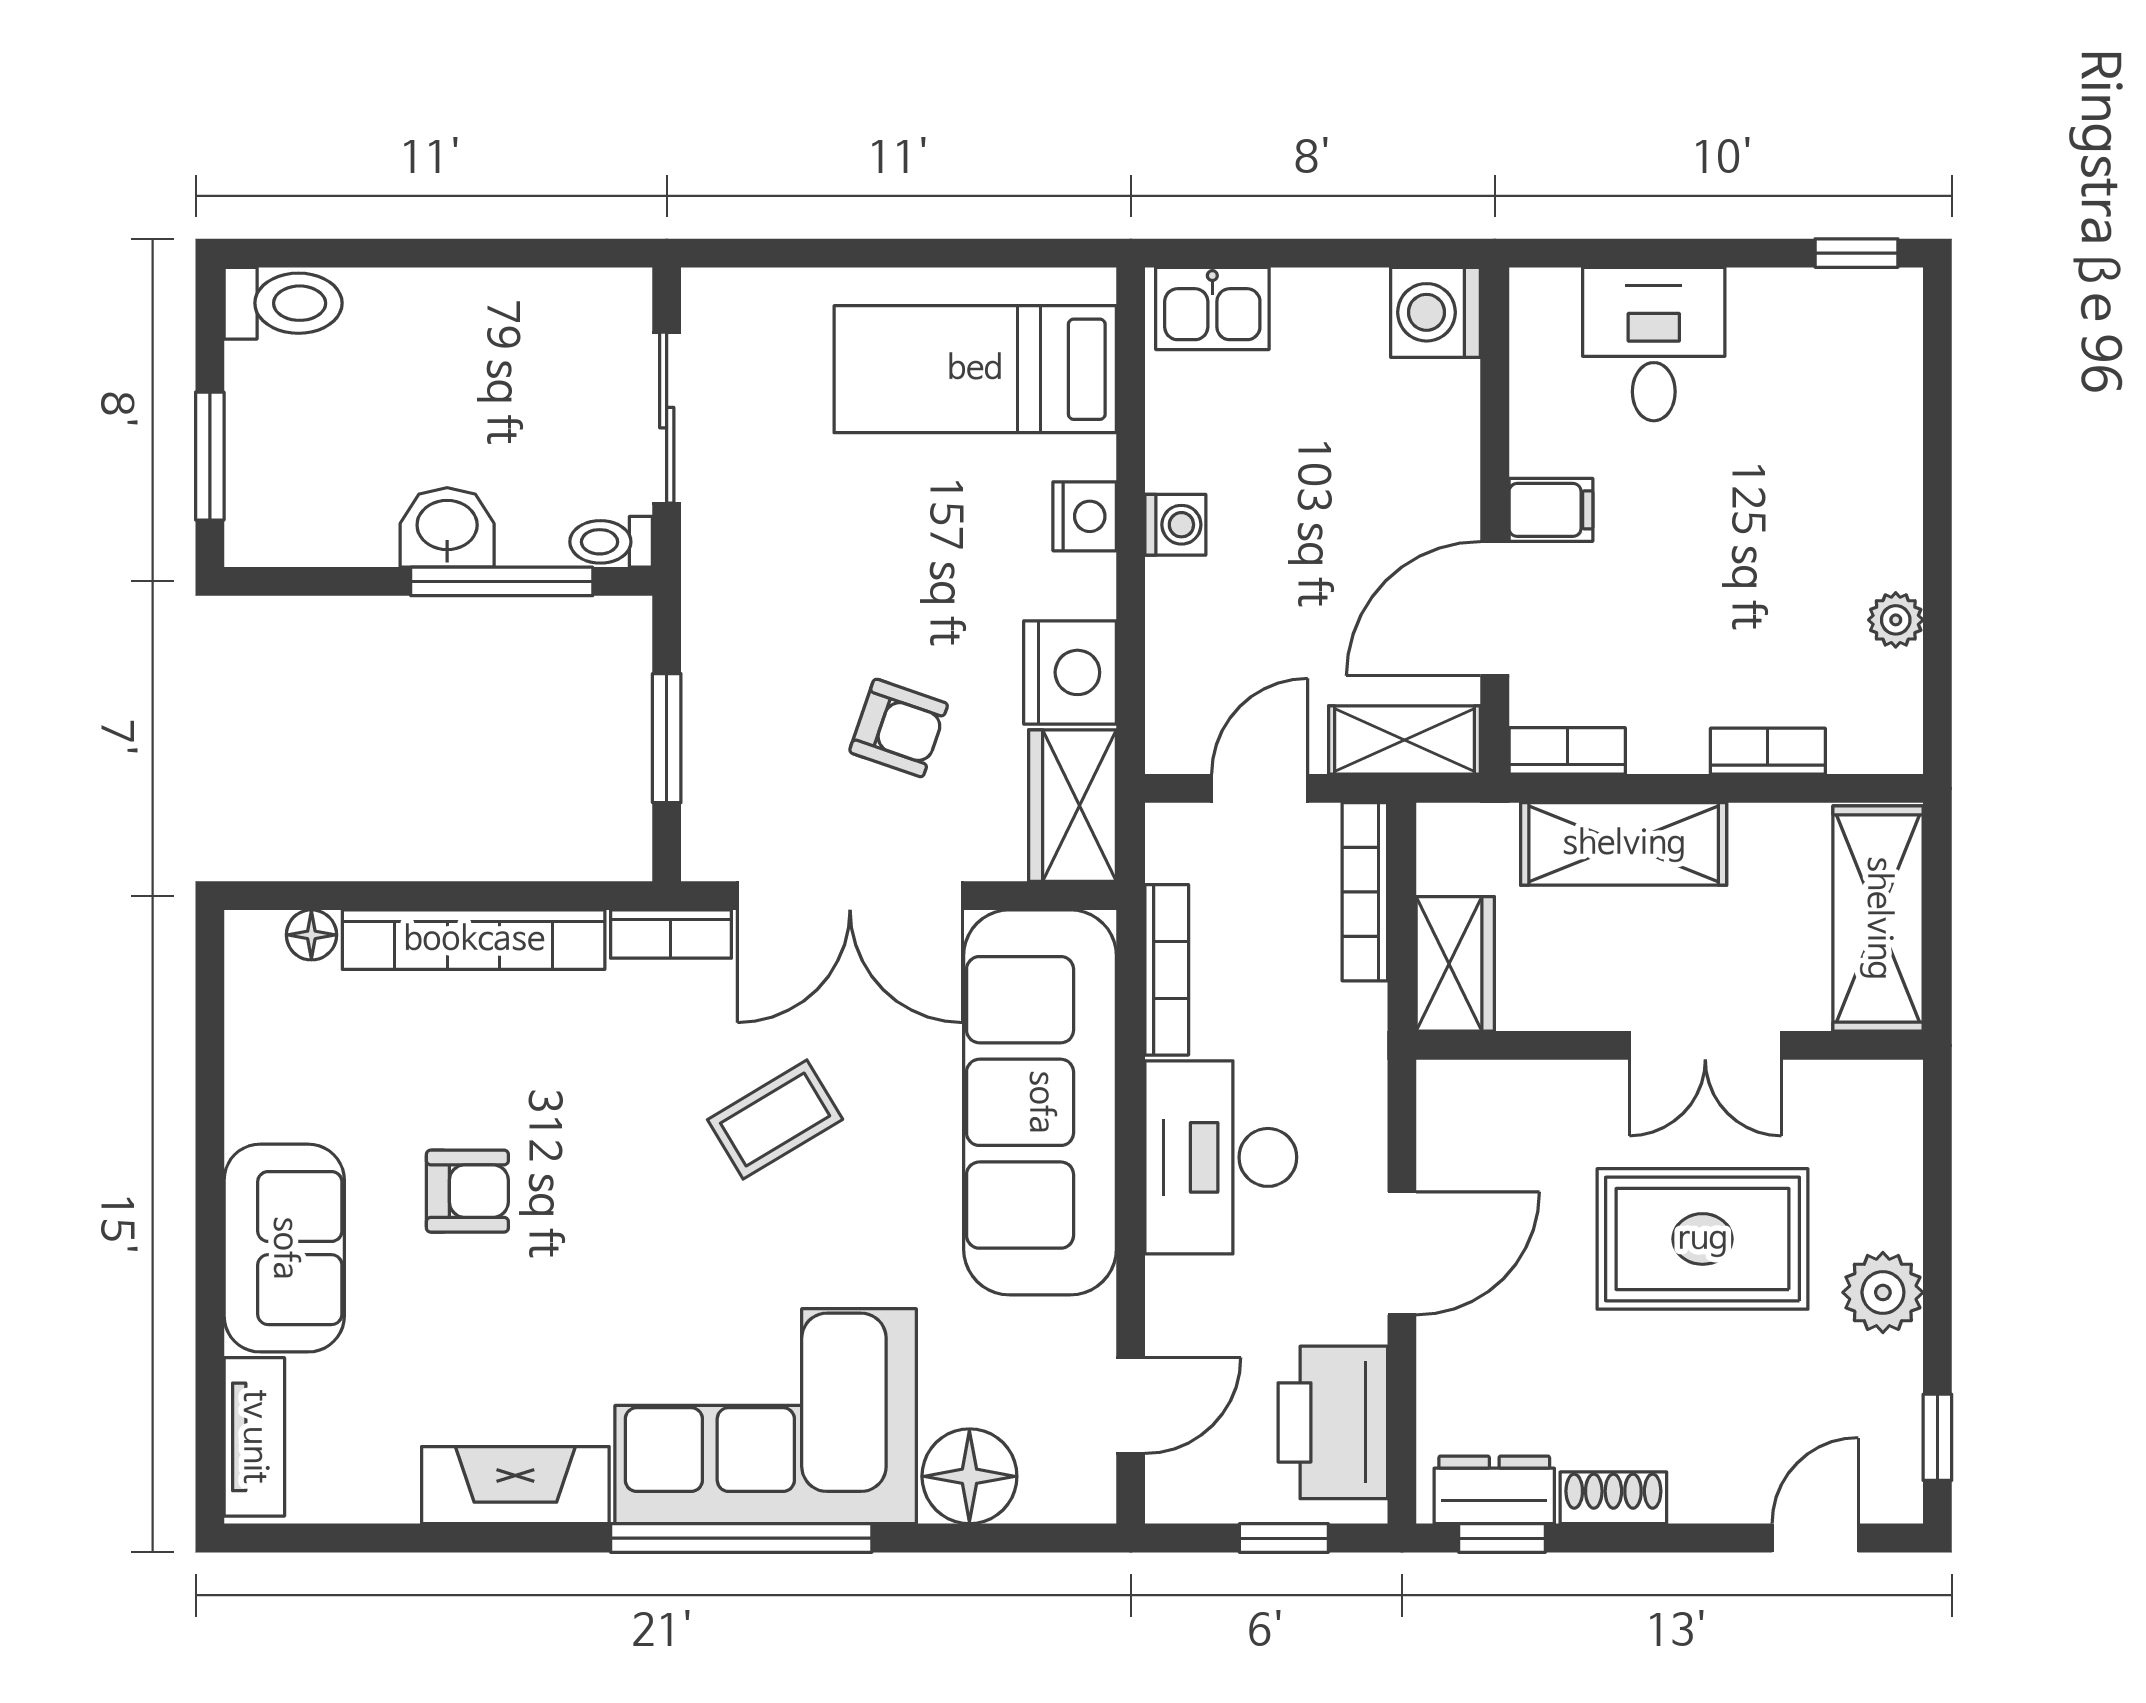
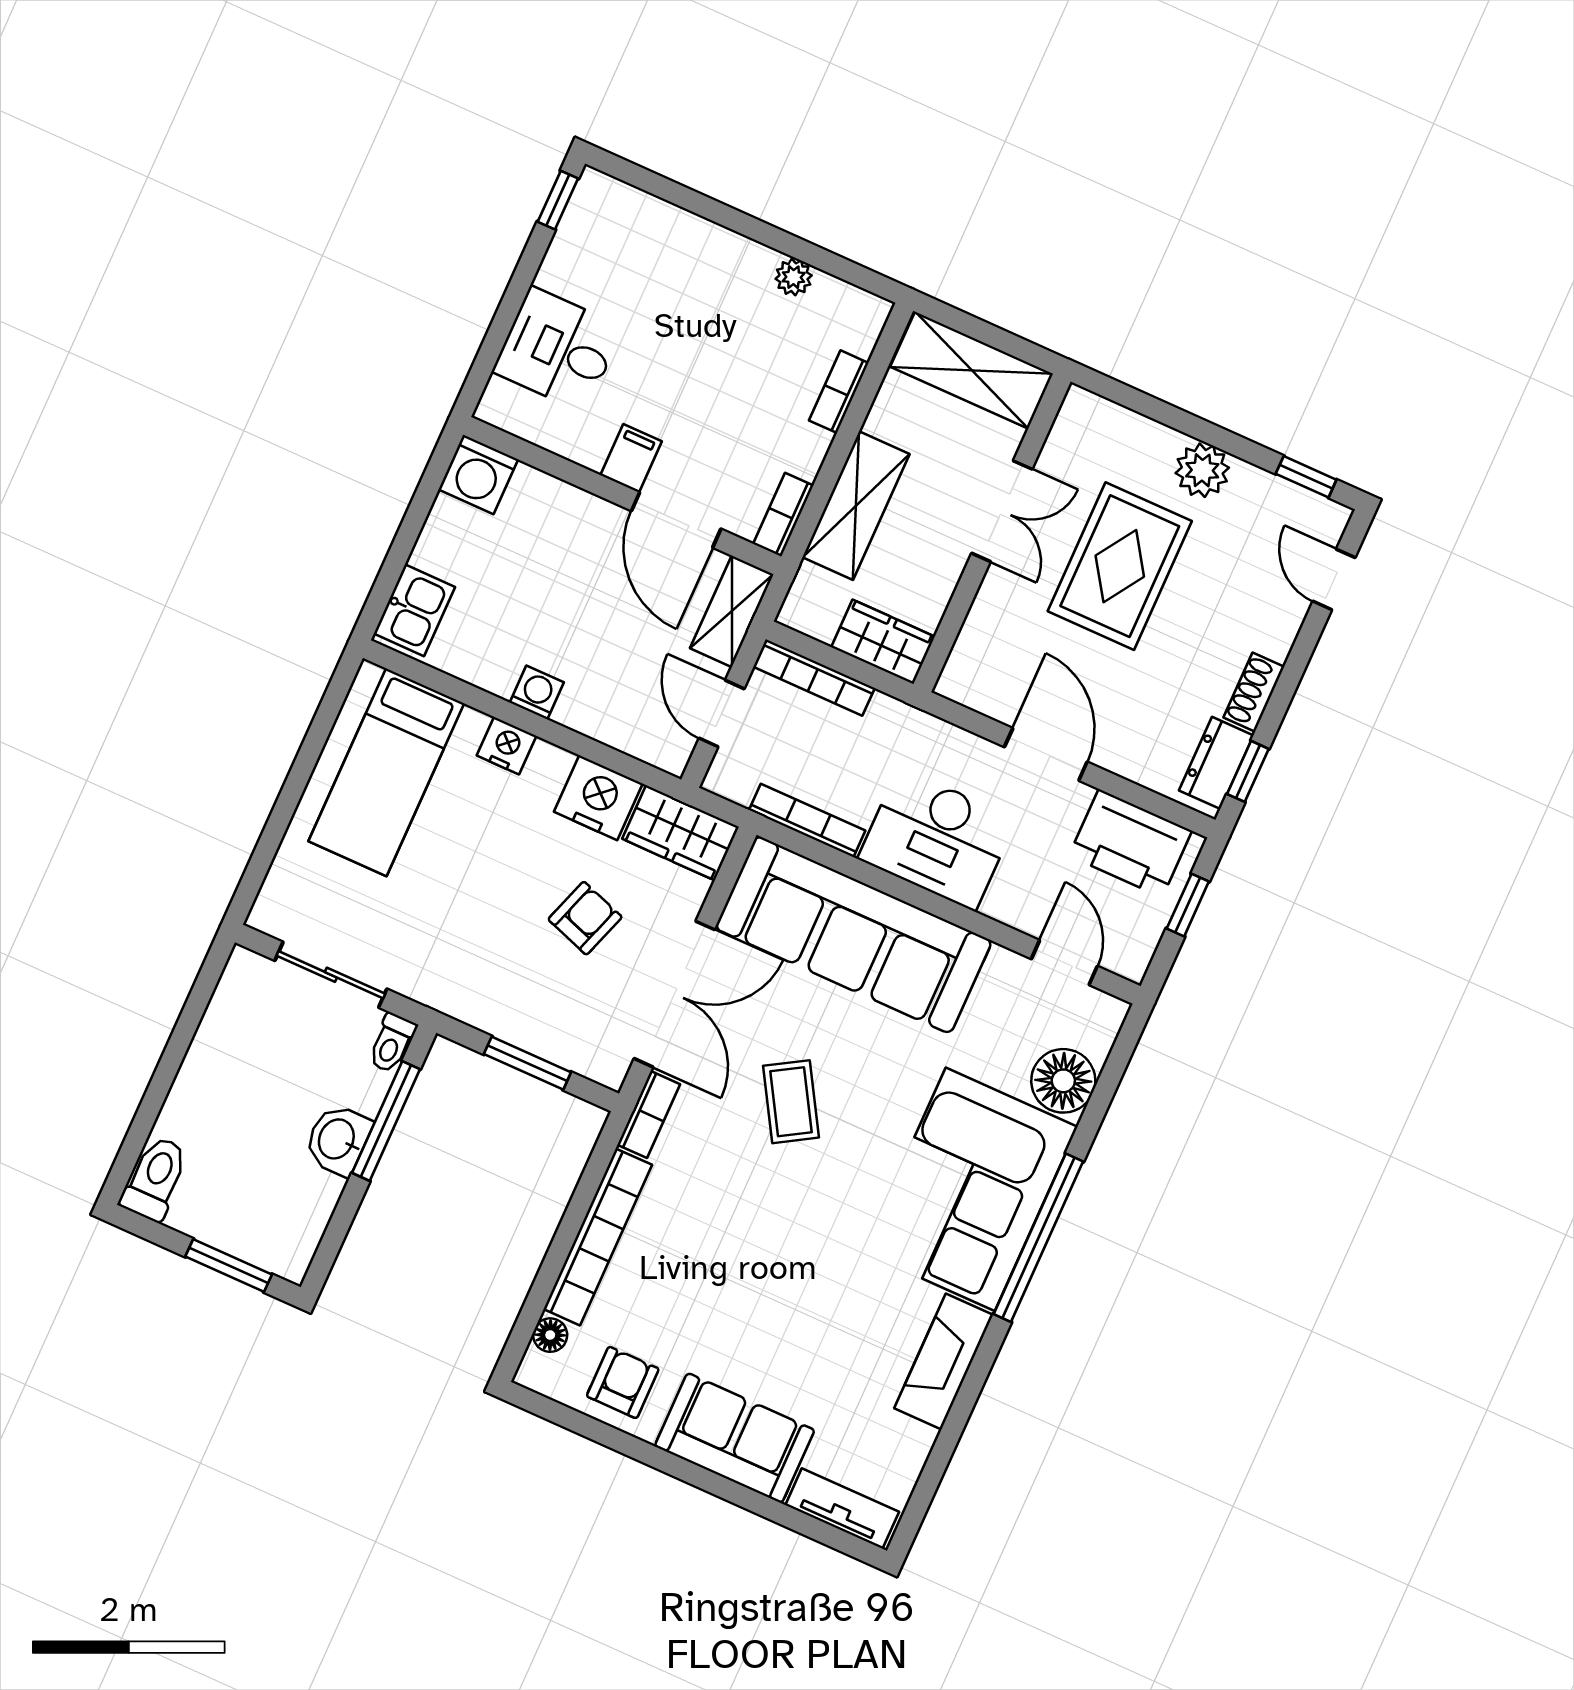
armchair: (467, 1191) -> (623, 1382), moved

